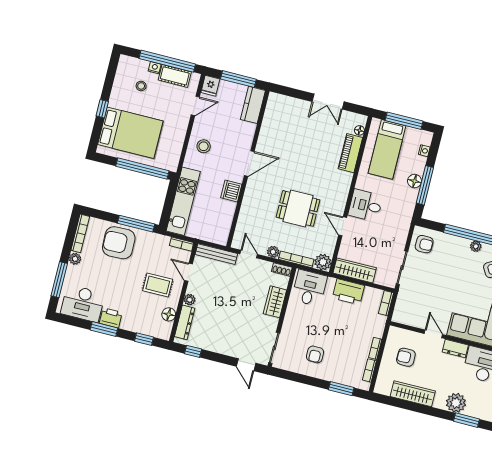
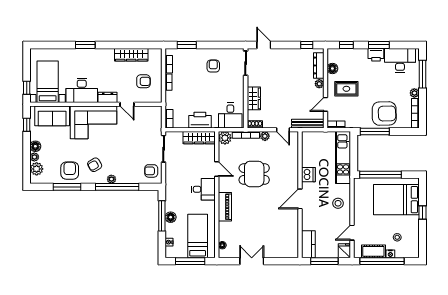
piano: (350, 153) -> (225, 207), moved
door: (188, 272) -> (325, 104), swing flipped
plant: (456, 403) -> (97, 56), removed

